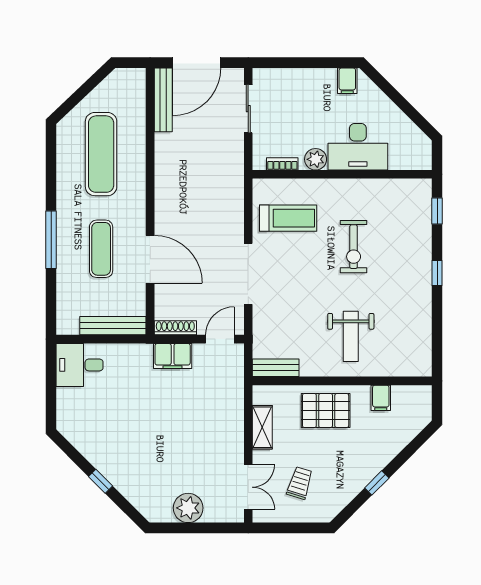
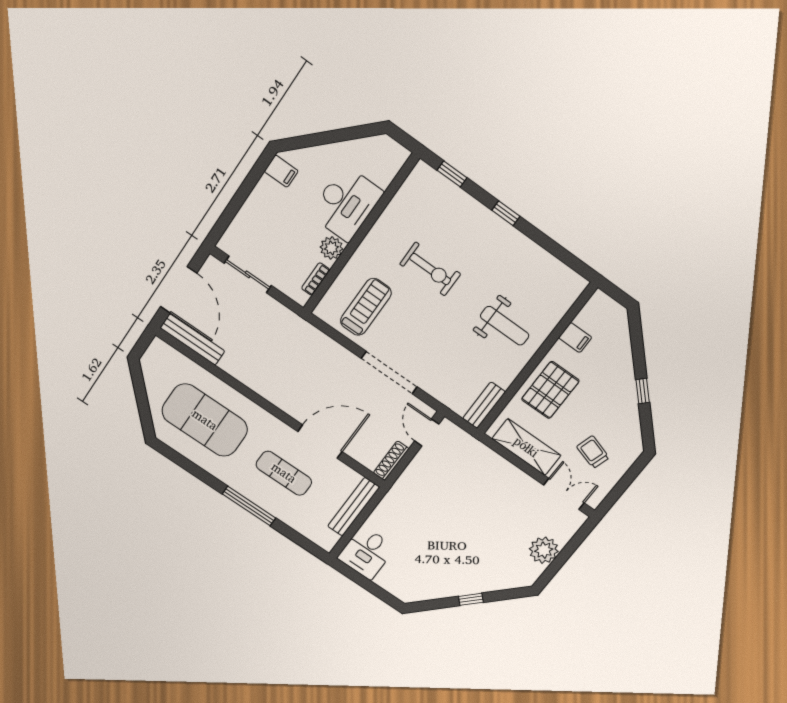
exercise mat: (101, 154) -> (205, 420), width x1.47
filing cabinet: (173, 356) -> (413, 479), removed
shelving: (262, 427) -> (526, 447), width x1.50, depth x1.33

